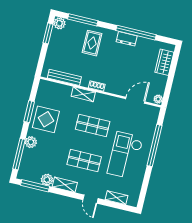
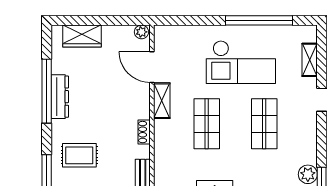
dresser: (127, 39) -> (60, 97), width x1.44
shelving: (83, 94) -> (162, 101), moved
window: (154, 145) -> (259, 20), moved
shelving: (65, 185) -> (309, 145), removed

